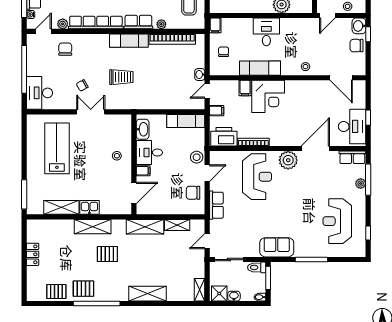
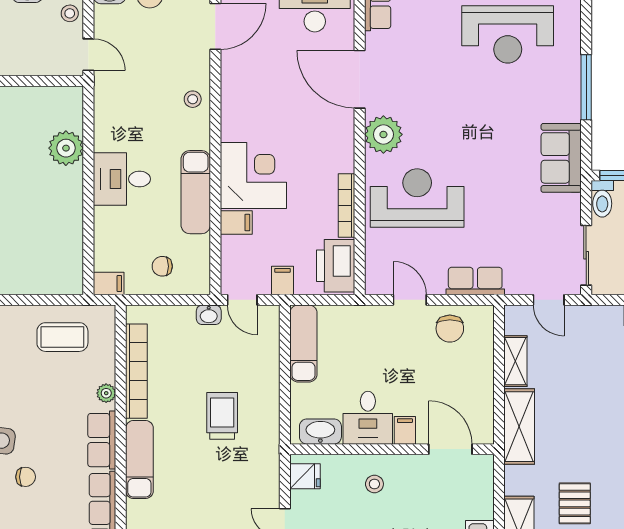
trolley: (121, 77) -> (222, 416), moved
fridge: (121, 122) -> (305, 476), added
stool: (197, 157) -> (377, 321), removed

